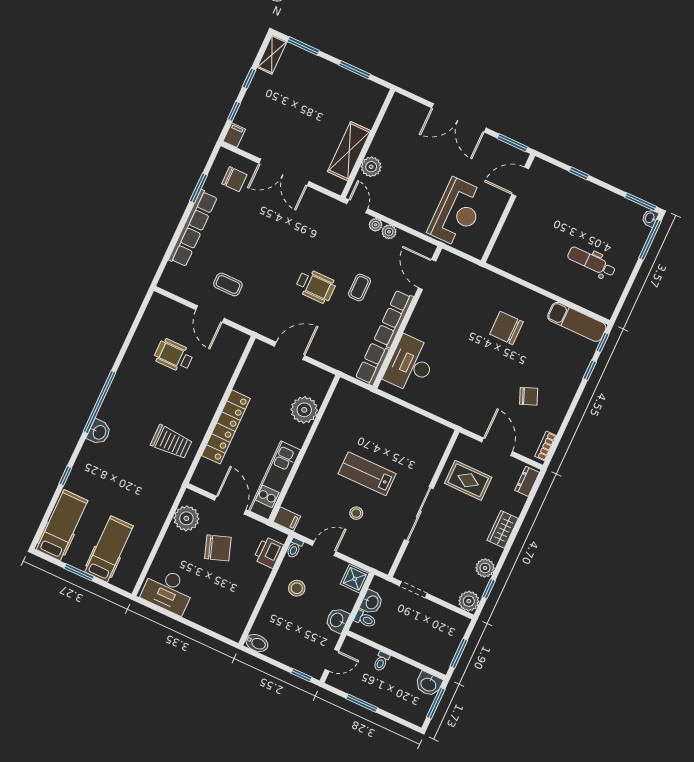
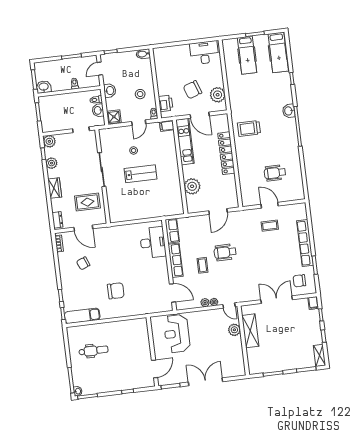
wheelchair: (174, 355) -> (275, 173), turned 180

